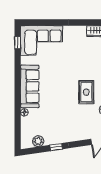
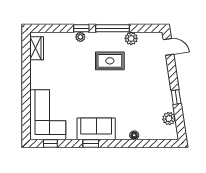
window: (18, 76) -> (91, 143), added
sofa: (30, 86) -> (96, 129), width x0.73

